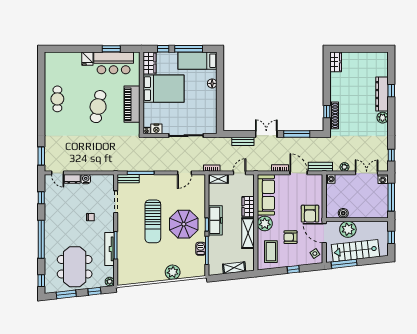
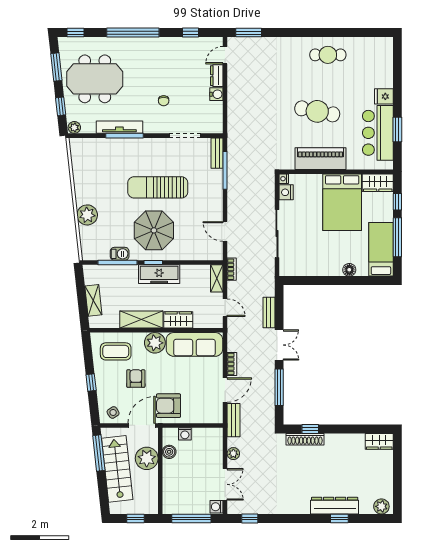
plant: (383, 118) -> (381, 506), moved
washing machine: (330, 179) -> (185, 434), moved

